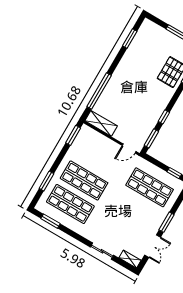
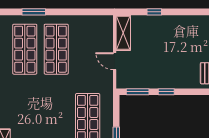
window: (99, 91) -> (154, 12), width x0.32
window: (73, 135) -> (95, 12), removed
door: (129, 148) -> (115, 61), moved

